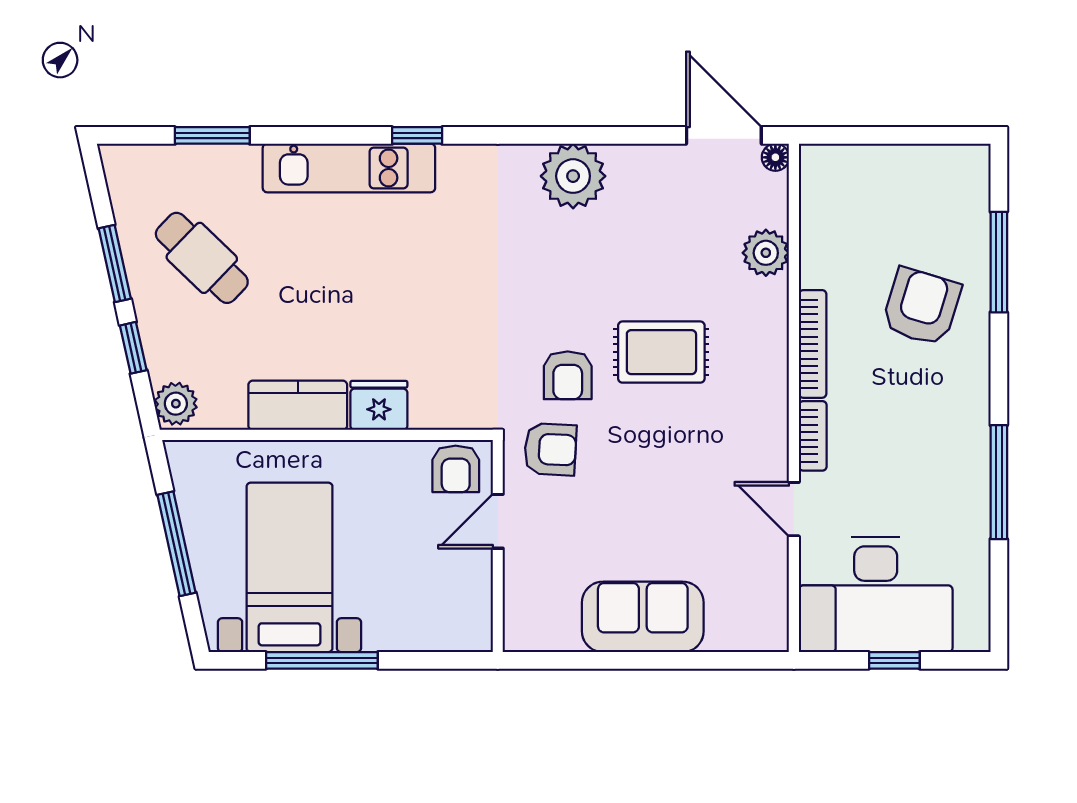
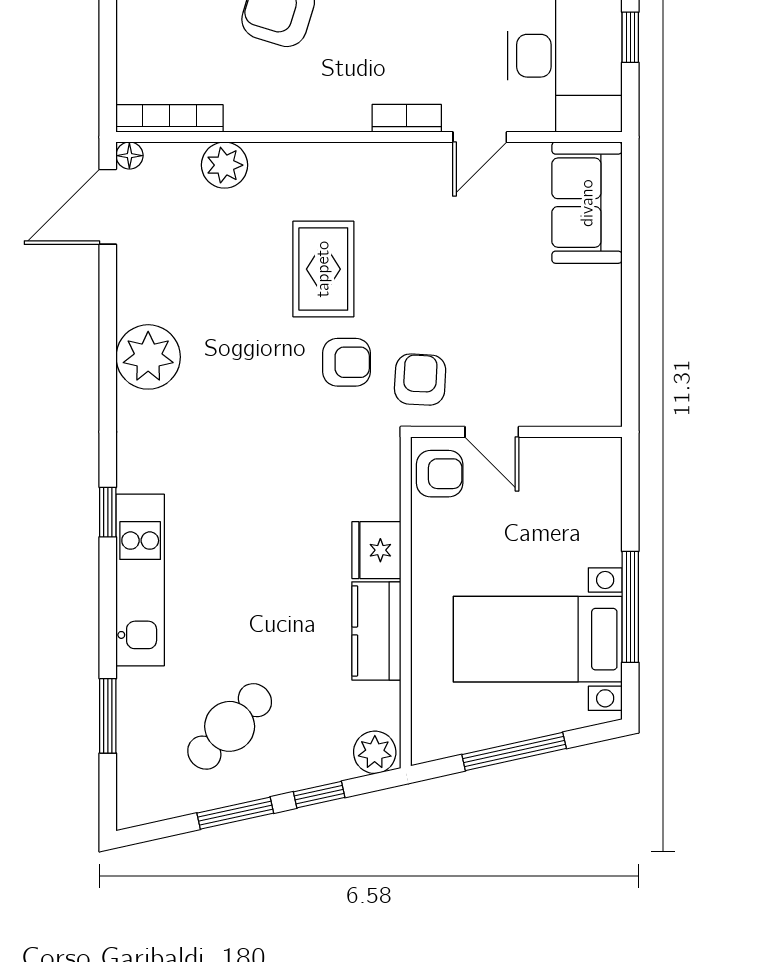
bookcase: (813, 344) -> (170, 118), moved
sofa: (643, 617) -> (587, 203), moved

